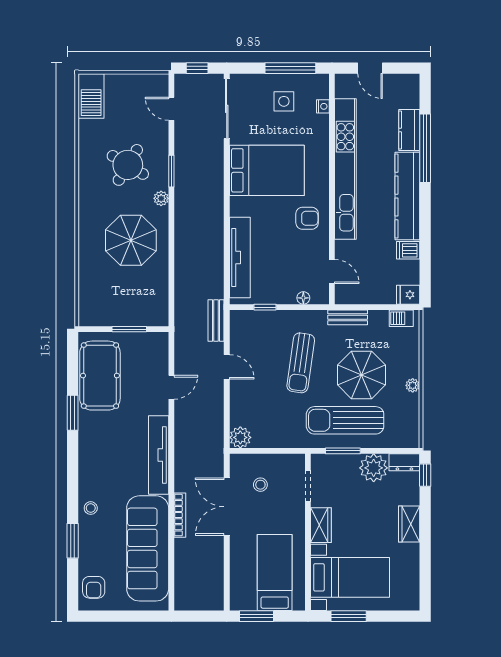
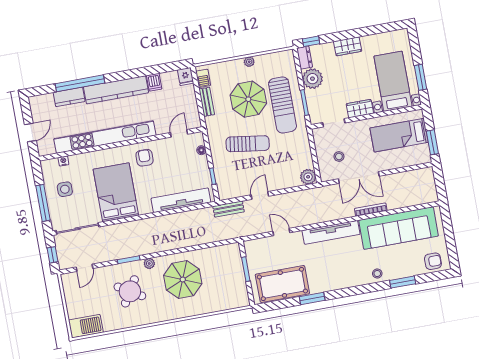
window: (290, 68) -> (43, 203), moved
bench: (348, 317) -> (207, 102), moved

